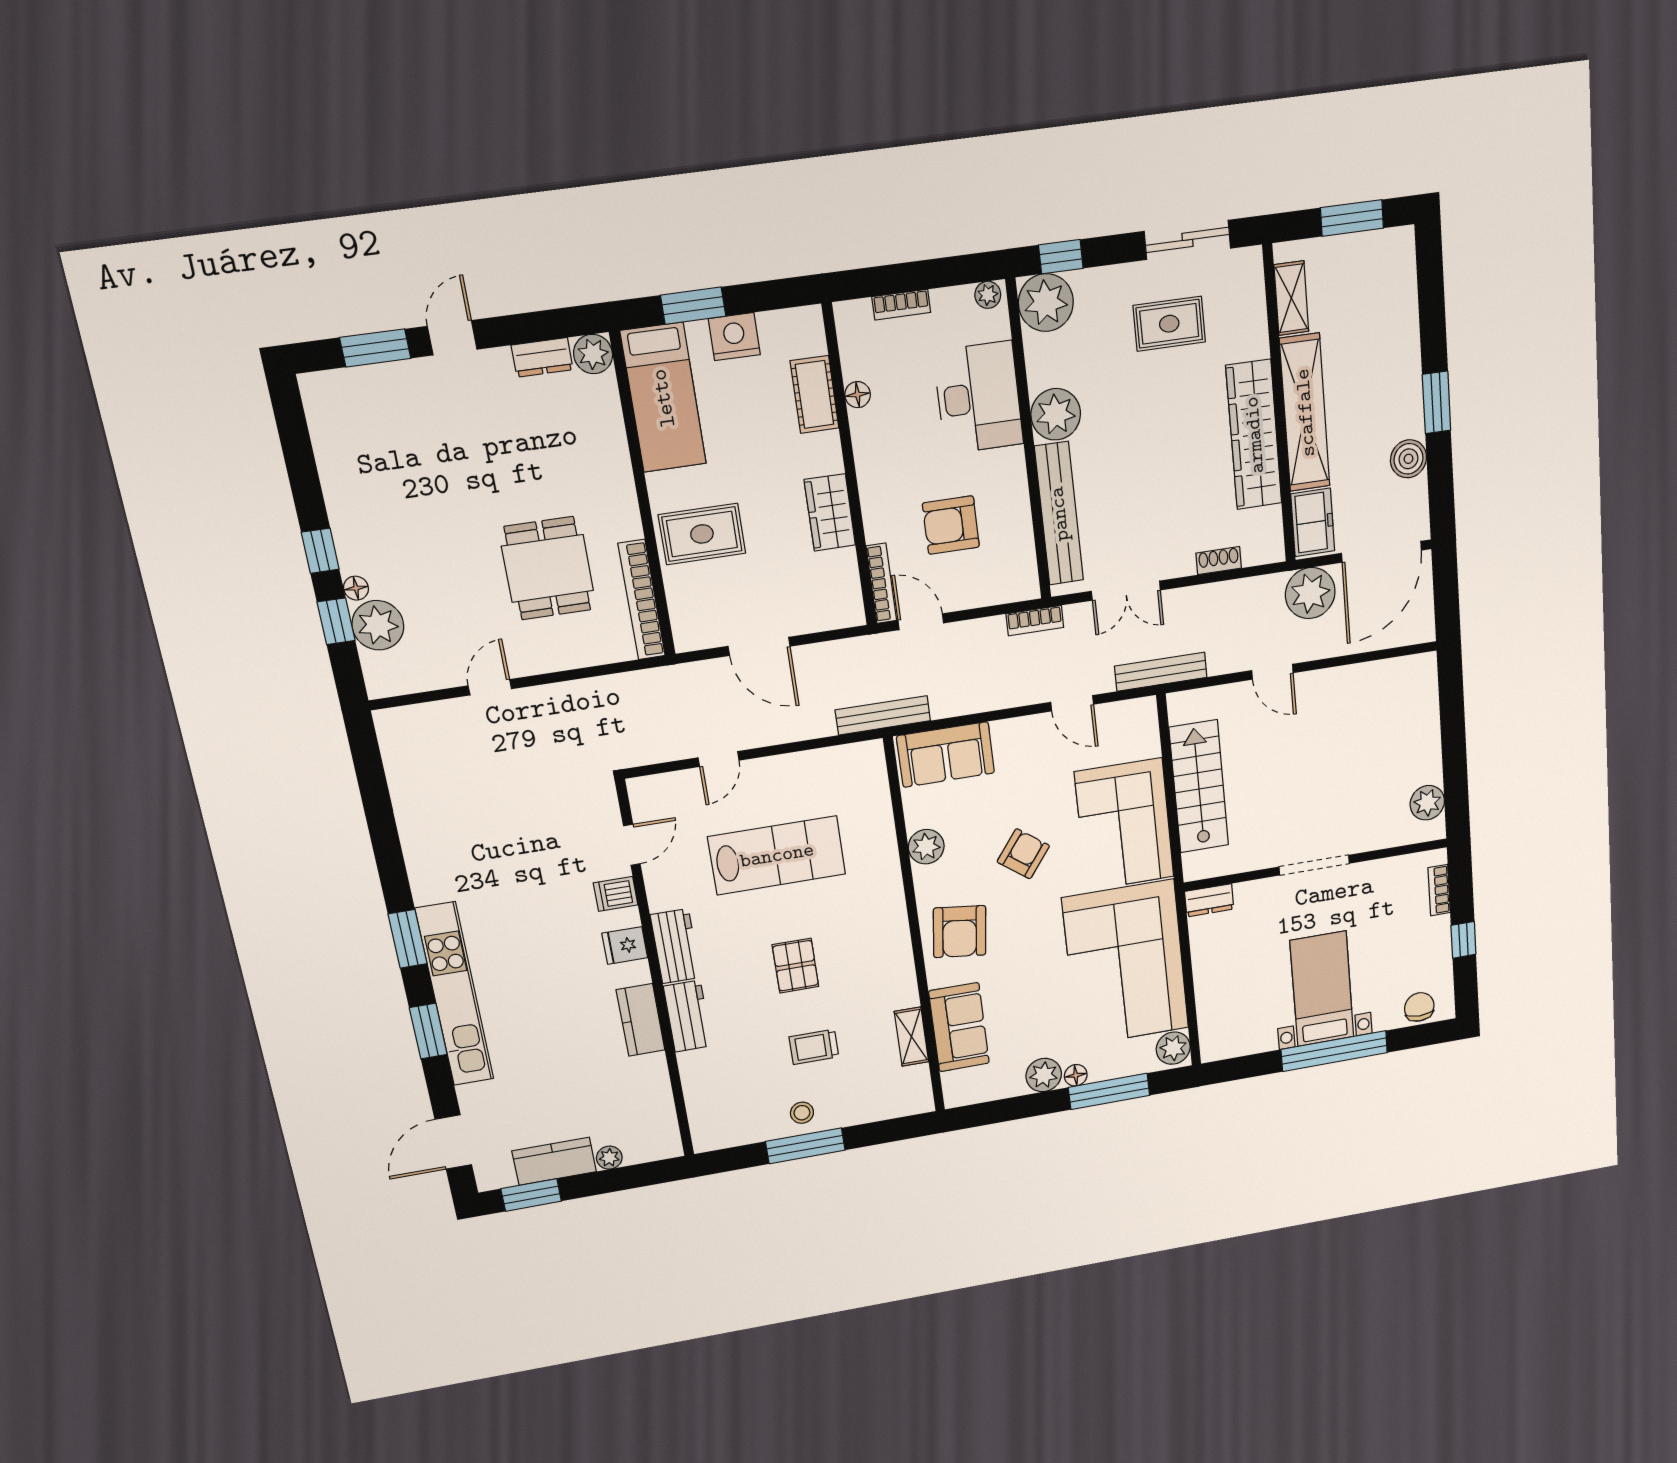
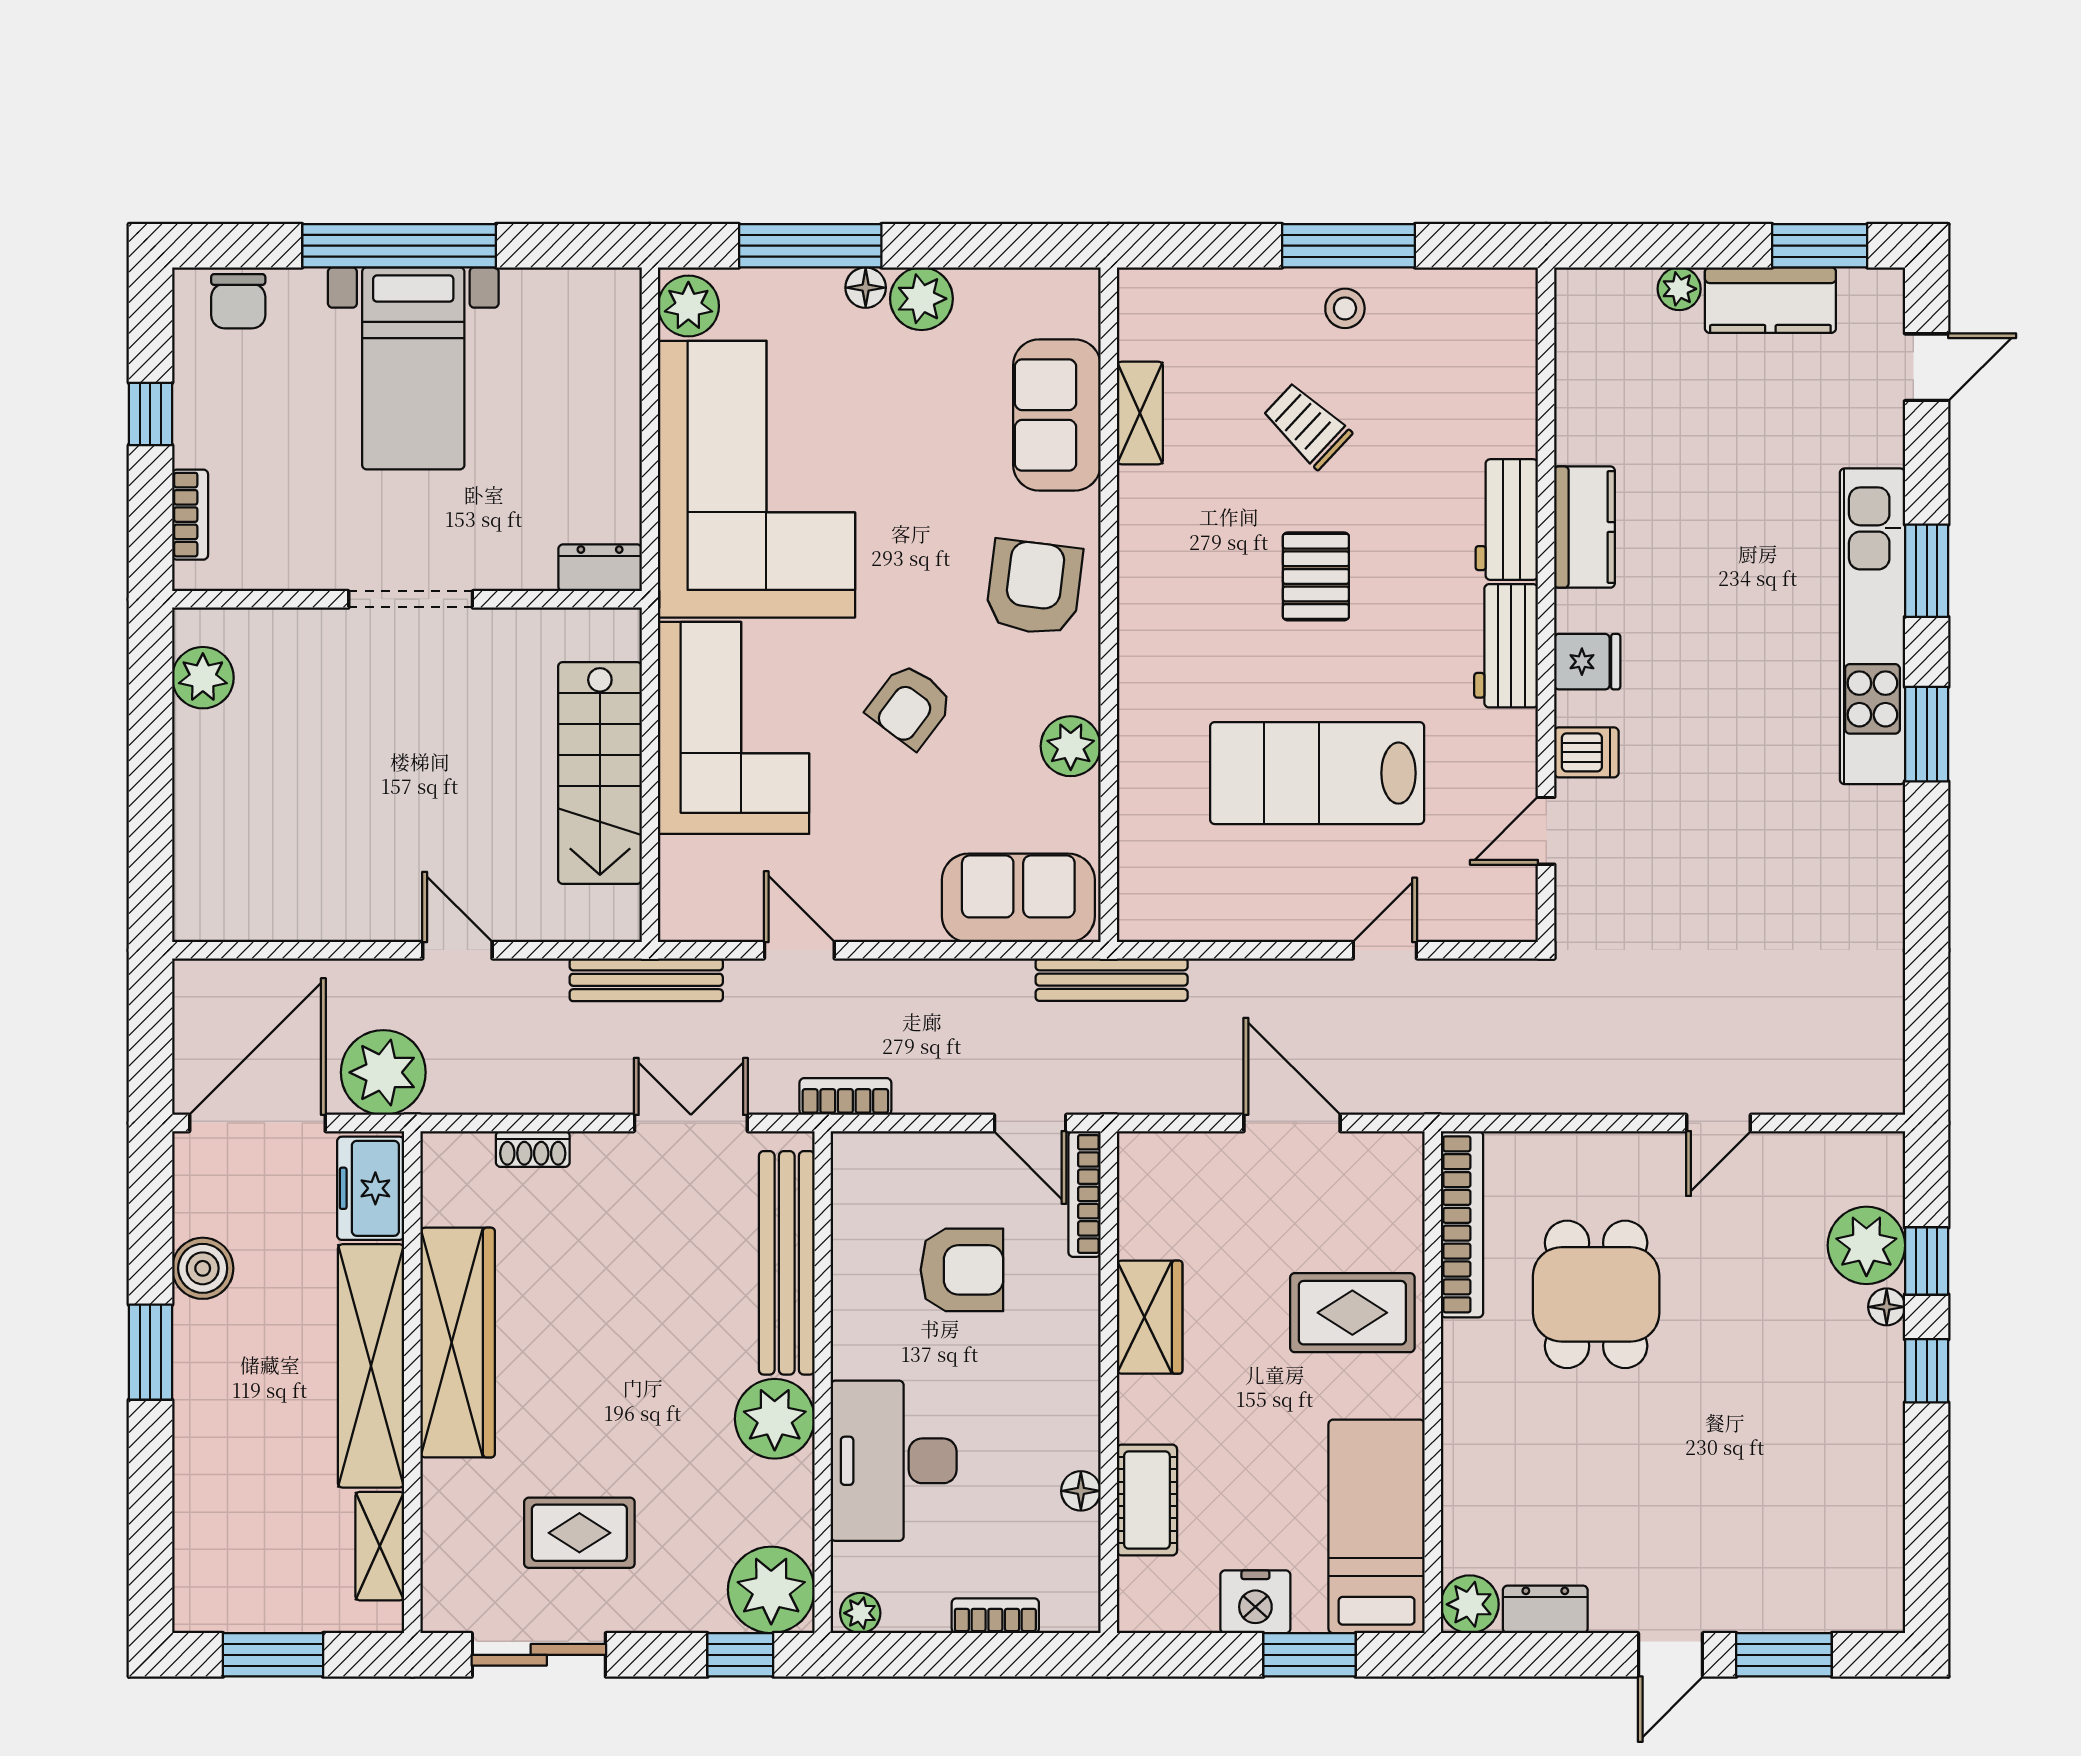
trolley: (814, 1047) -> (1307, 425), turned -137
door: (453, 1142) -> (1927, 367), width x0.73

